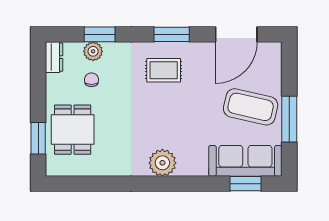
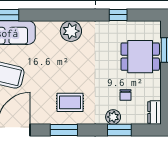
plant: (93, 51) -> (113, 117), moved
dining table: (73, 130) -> (140, 57), turned 90
window: (101, 184) -> (118, 15), added

